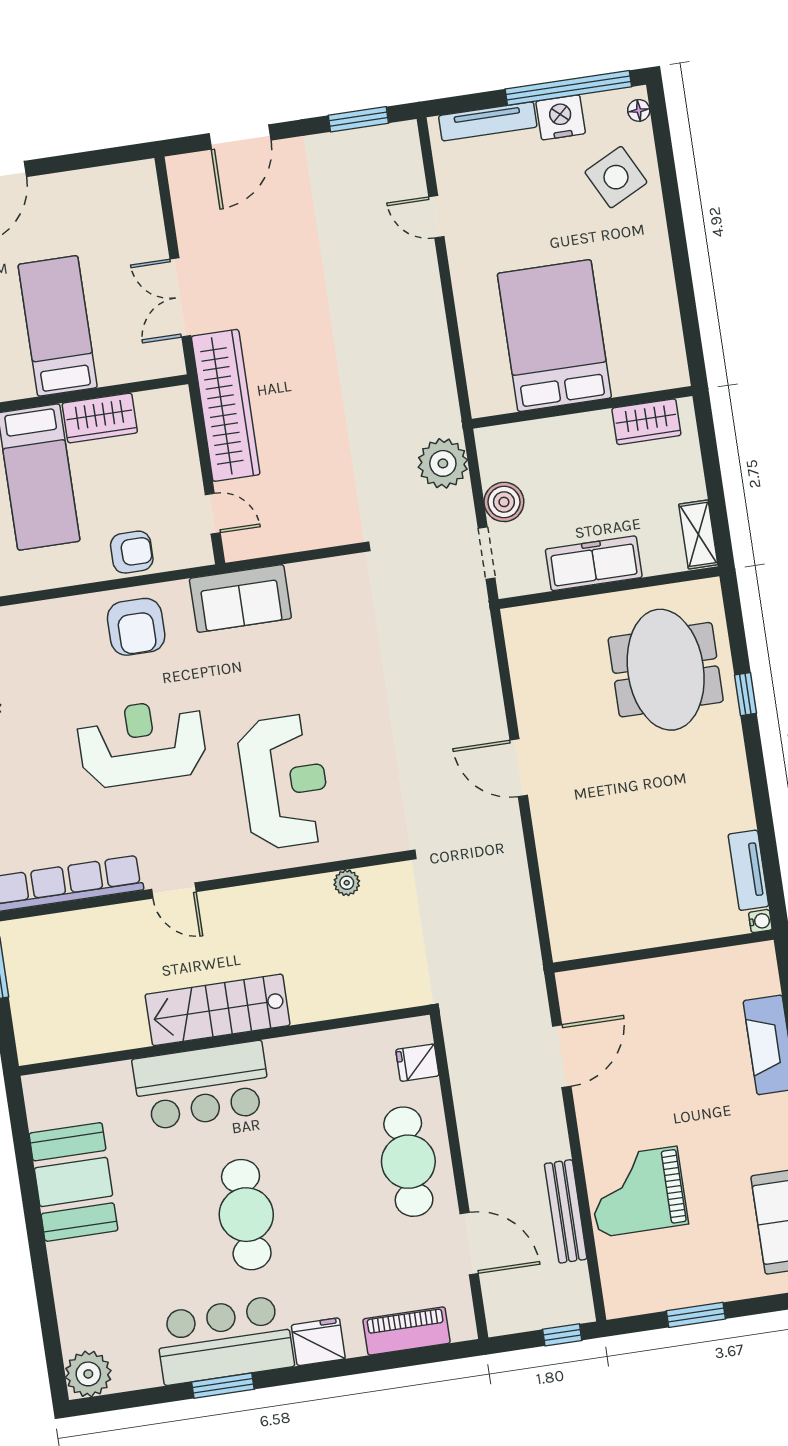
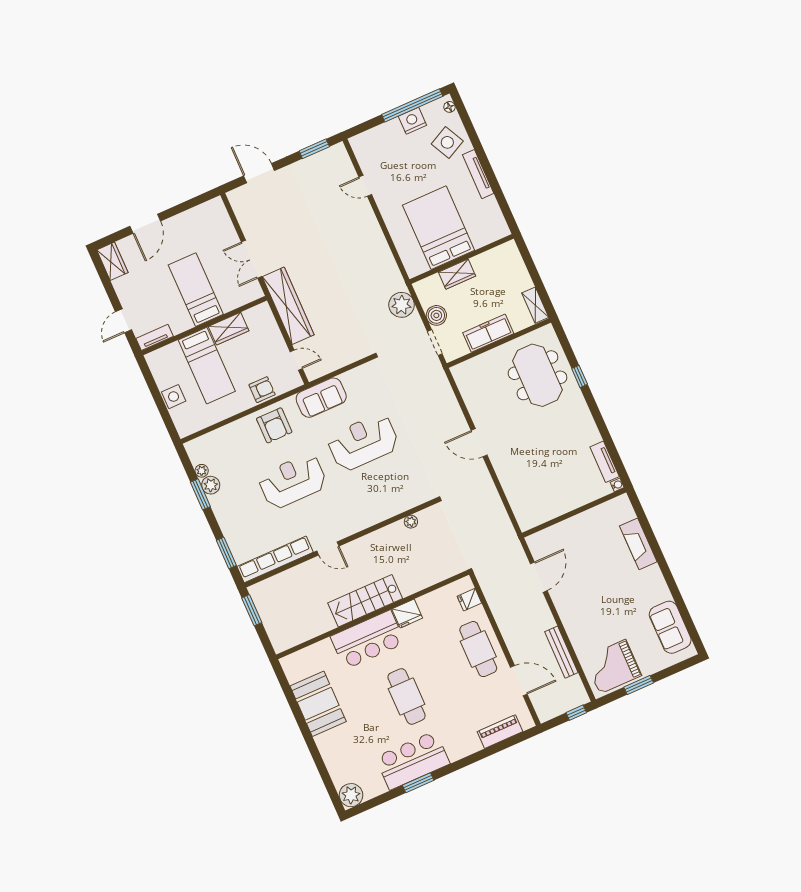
tv unit: (488, 121) -> (478, 174), moved, turned 90
door: (240, 137) -> (259, 173), swing flipped
wardrobe: (646, 422) -> (457, 274), moved
reception desk: (285, 782) -> (363, 442), moved, turned -90
grand piano: (638, 1192) -> (613, 667), moved
fridge: (318, 1342) -> (407, 614), moved, turned 180

